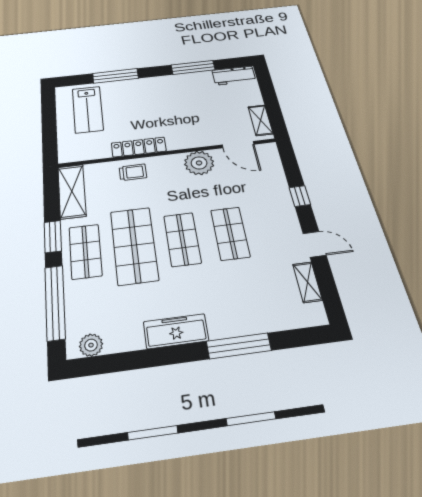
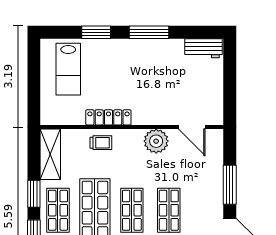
window: (193, 67) -> (149, 32), moved
window: (115, 76) -> (96, 32), width x0.69
shelving: (260, 120) -> (216, 104), removed
window: (300, 196) -> (230, 185), width x2.17

